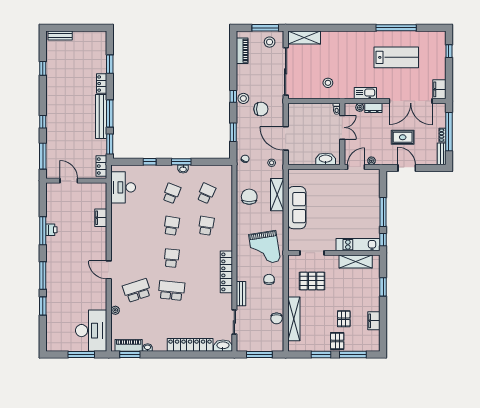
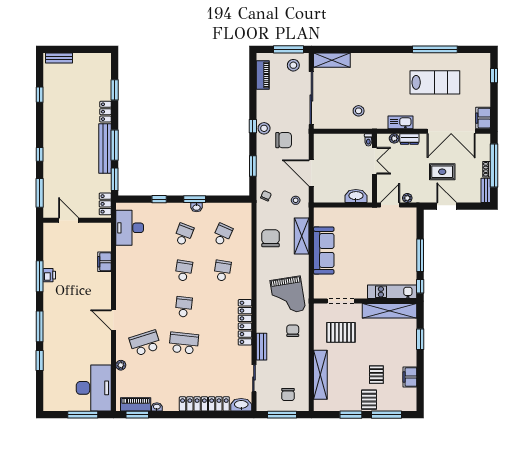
shelving: (356, 262) -> (389, 311), width x1.47
chair: (277, 318) -> (288, 395), moved

